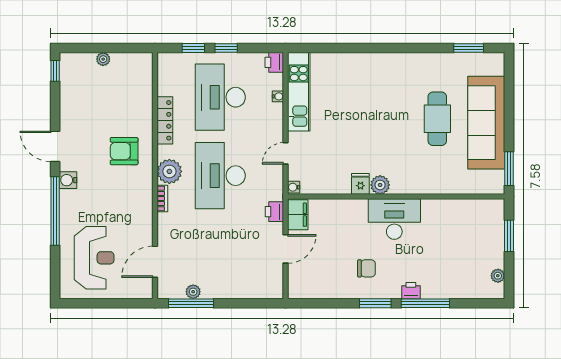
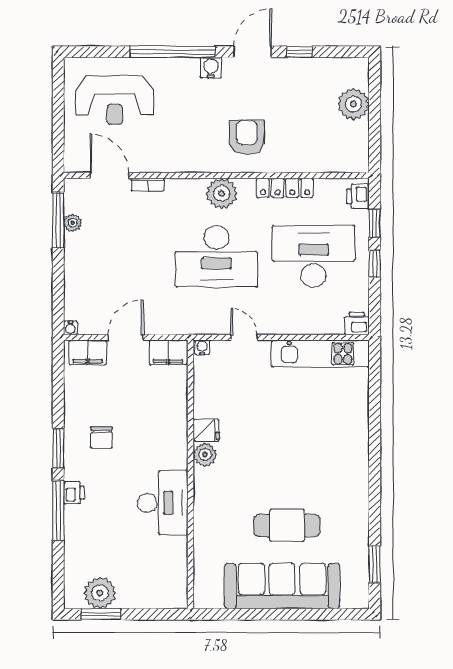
plant: (103, 59) -> (353, 104), width x1.88, depth x1.88
window: (55, 71) -> (299, 52), moved
water cooler: (278, 96) -> (71, 328), moved
window: (509, 169) -> (225, 614), removed
desk: (220, 176) -> (216, 256), turned 180
bookcase: (162, 198) -> (148, 185), moved
printer: (274, 212) -> (358, 196), moved, turned -90
desk: (394, 219) -> (163, 503), moved
window: (509, 236) -> (101, 614), moved
door: (286, 249) -> (126, 337), swing flipped
plant: (498, 276) -> (100, 593), width x1.88, depth x1.88
filing cabinet: (298, 280) -> (88, 352), added

